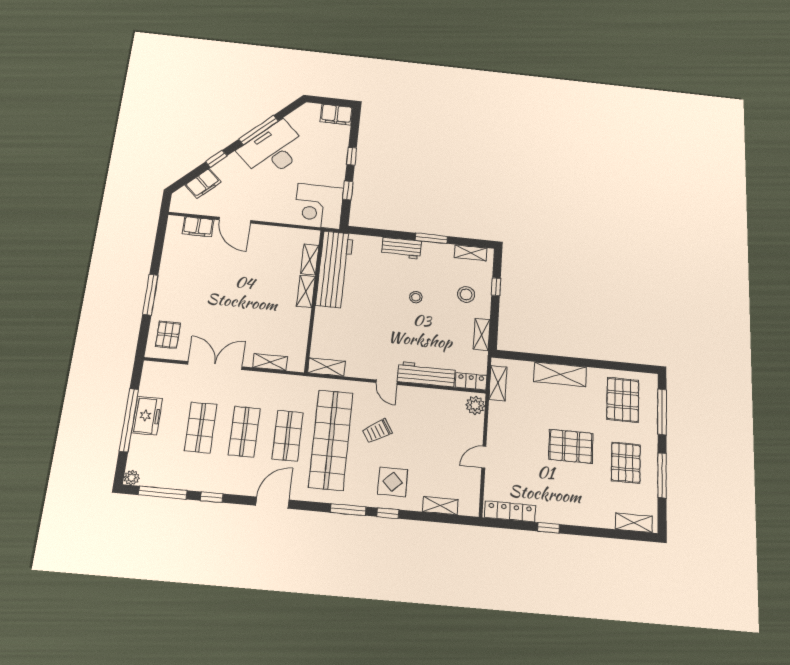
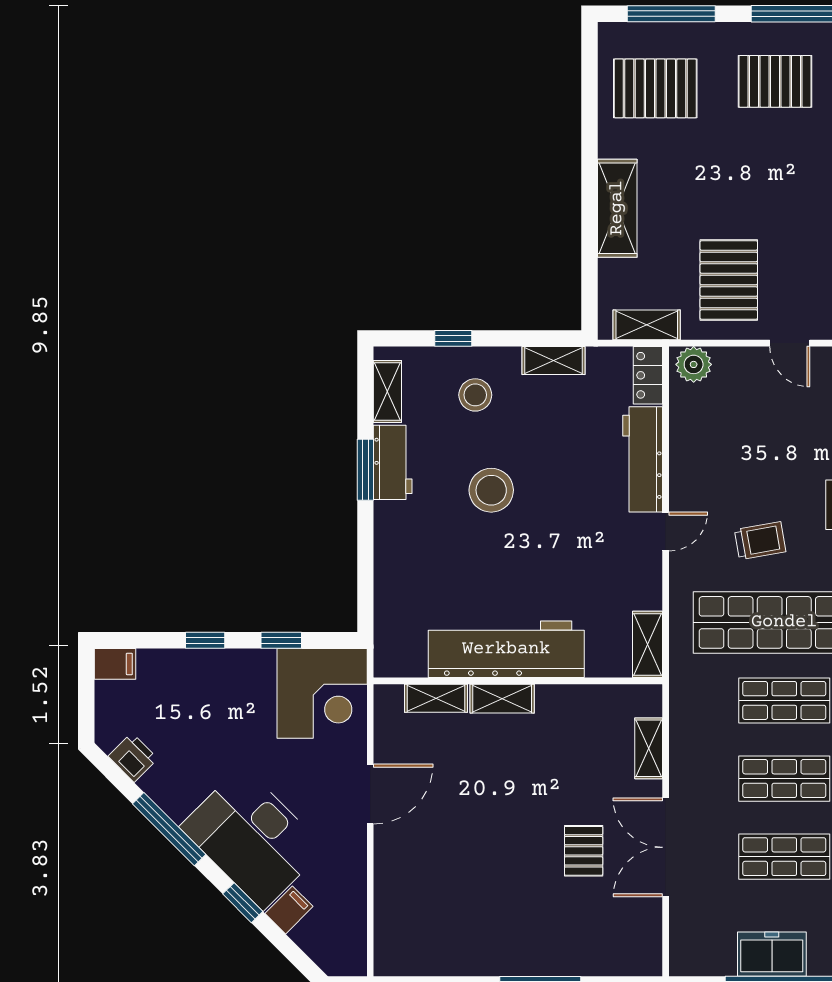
filing cabinet: (336, 115) -> (115, 664), width x0.50
printer: (297, 118) -> (133, 757), added
desk: (273, 150) -> (252, 838), moved
filing cabinet: (203, 183) -> (289, 910), width x0.50
door: (235, 220) -> (370, 794), moved
filing cabinet: (198, 227) -> (392, 917), removed
workbench: (401, 248) -> (393, 462), moved
workbench: (335, 269) -> (506, 649), moved
stool: (416, 297) -> (491, 490), width x1.89, depth x1.89
pallet: (168, 335) -> (584, 851), moved, turned 90
trolley: (377, 431) -> (760, 541), turned -69
pallet: (571, 446) -> (729, 280), moved

